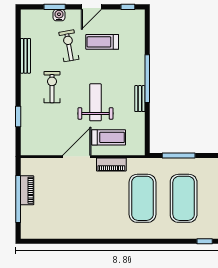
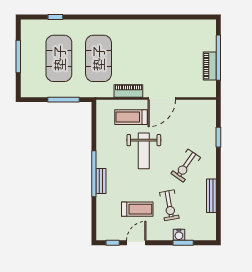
door: (91, 7) -> (136, 243), moved
exercise bike: (52, 87) -> (186, 166), turned 35
bench: (140, 99) -> (101, 181), moved
window: (205, 241) -> (55, 17), moved

